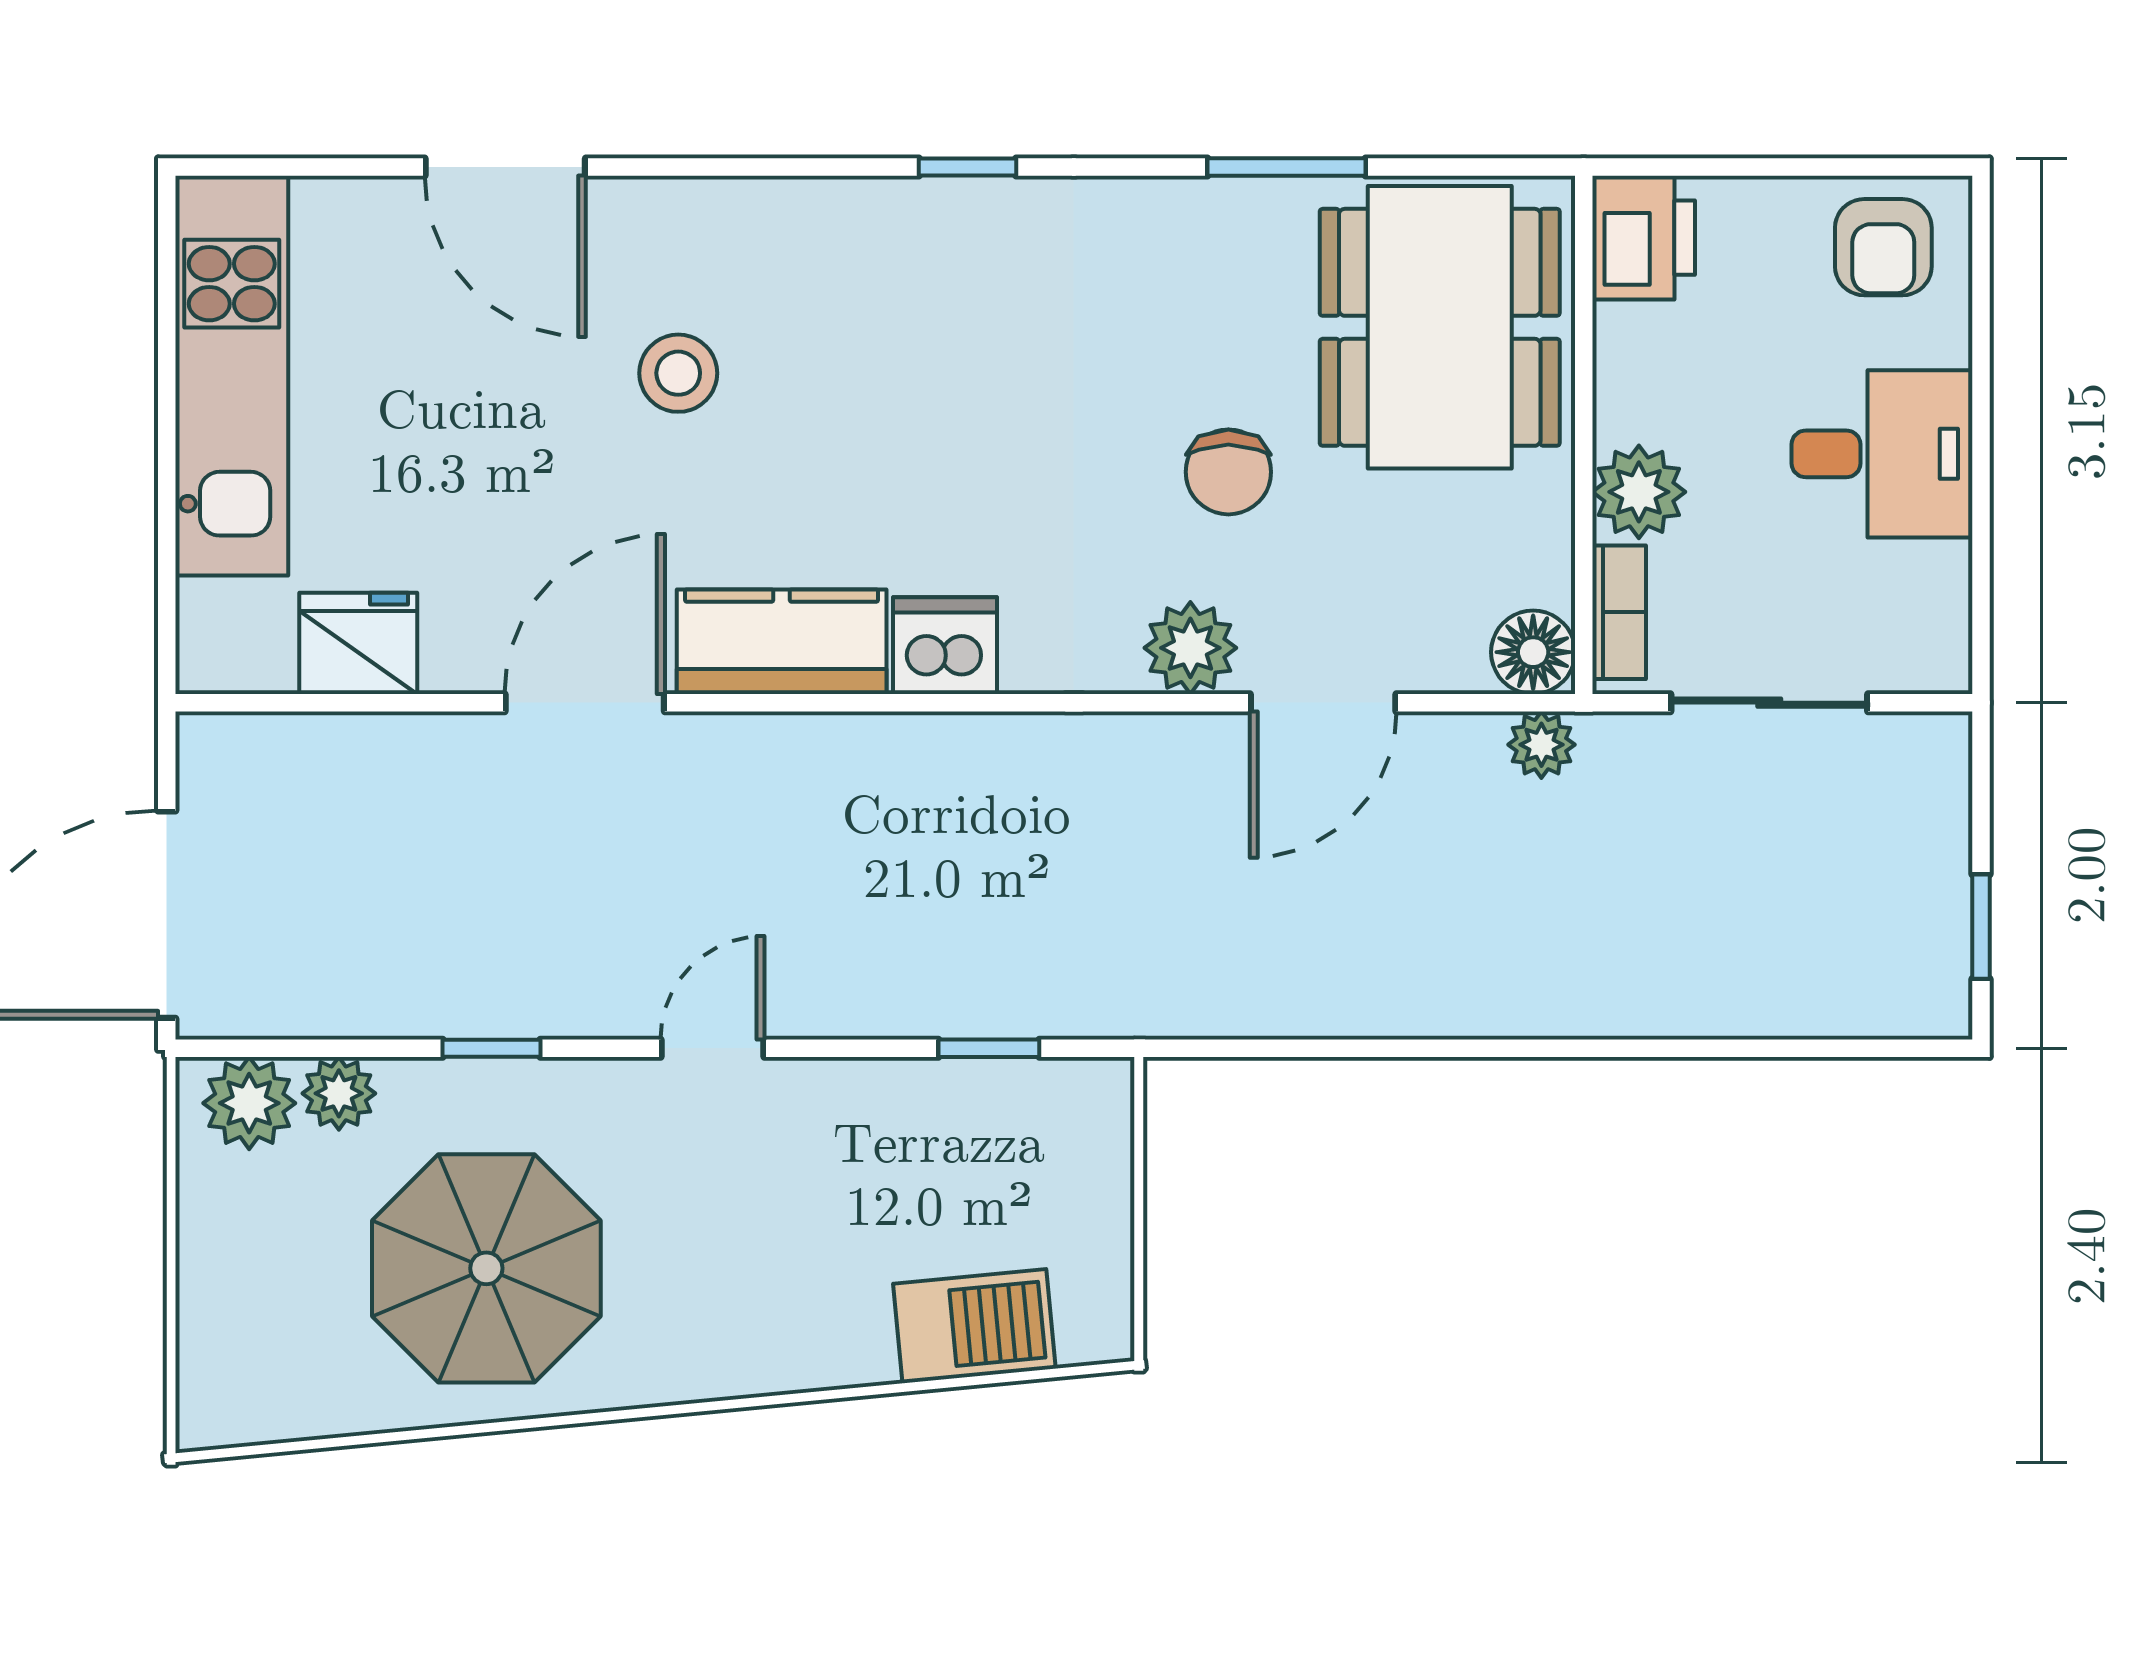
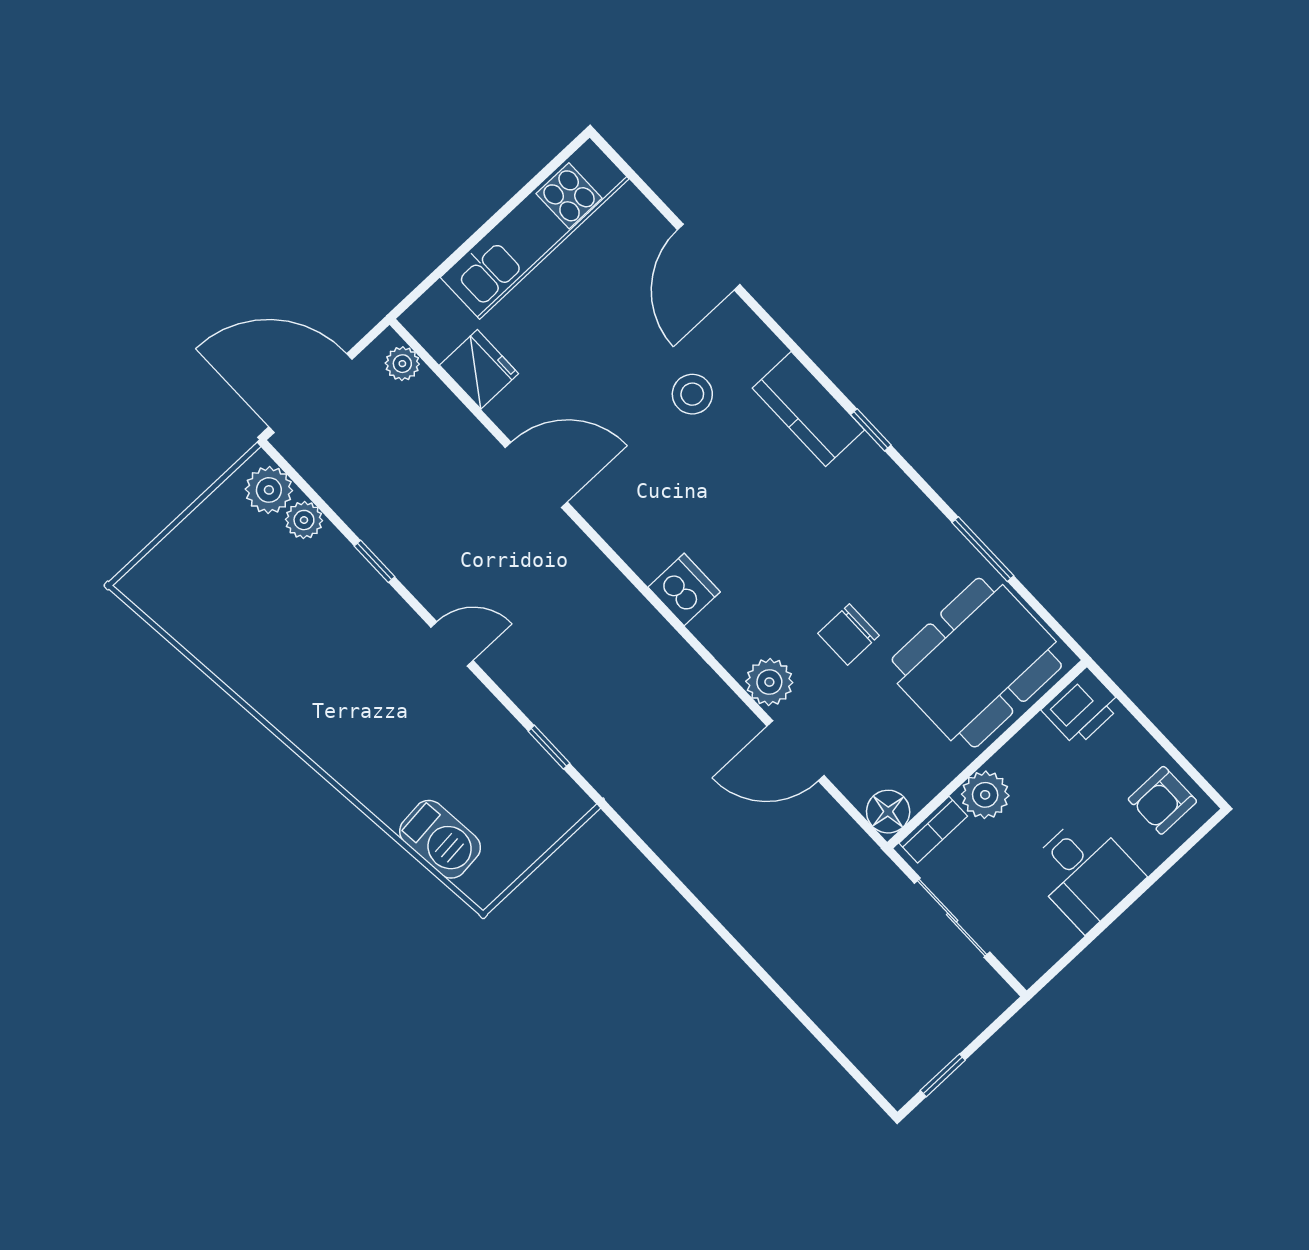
kitchen counter: (782, 642) -> (808, 409), moved, turned 180
plant: (1541, 745) -> (402, 364), moved
parasol: (486, 1268) -> (290, 637), removed

